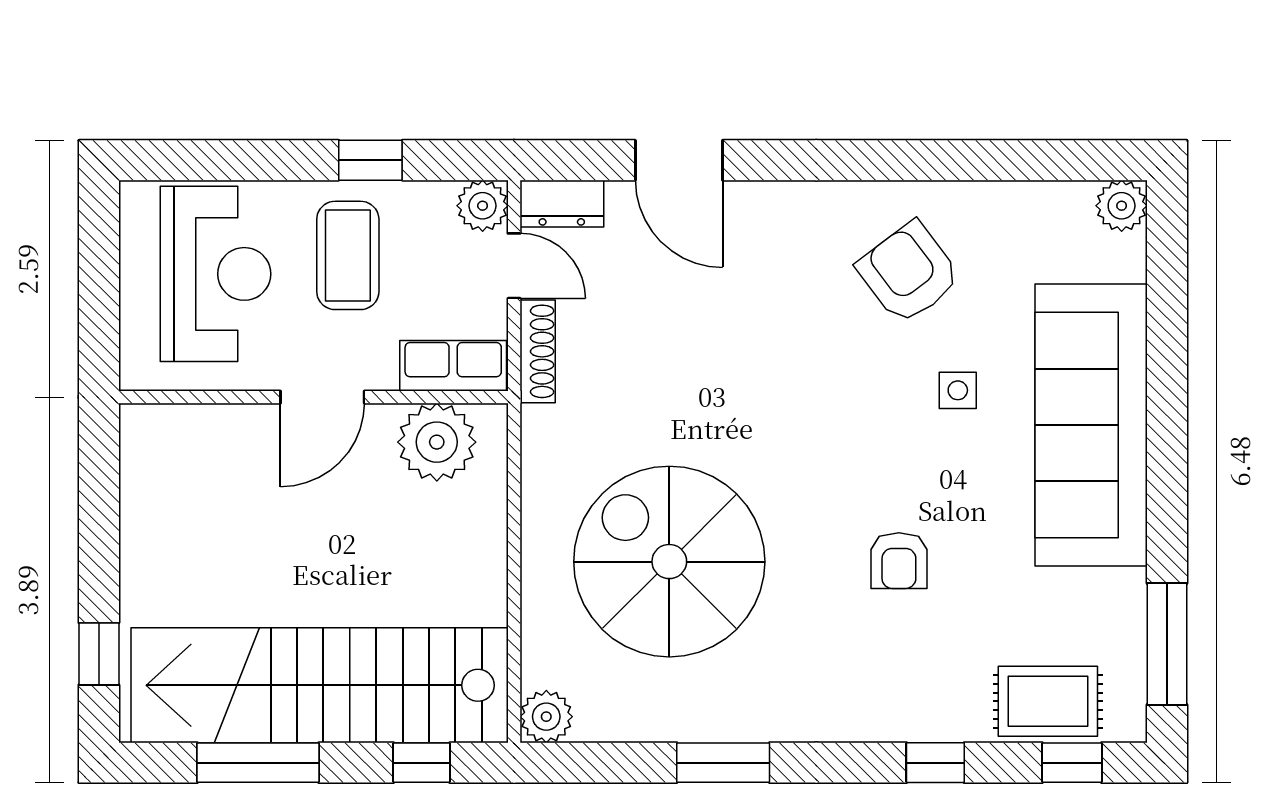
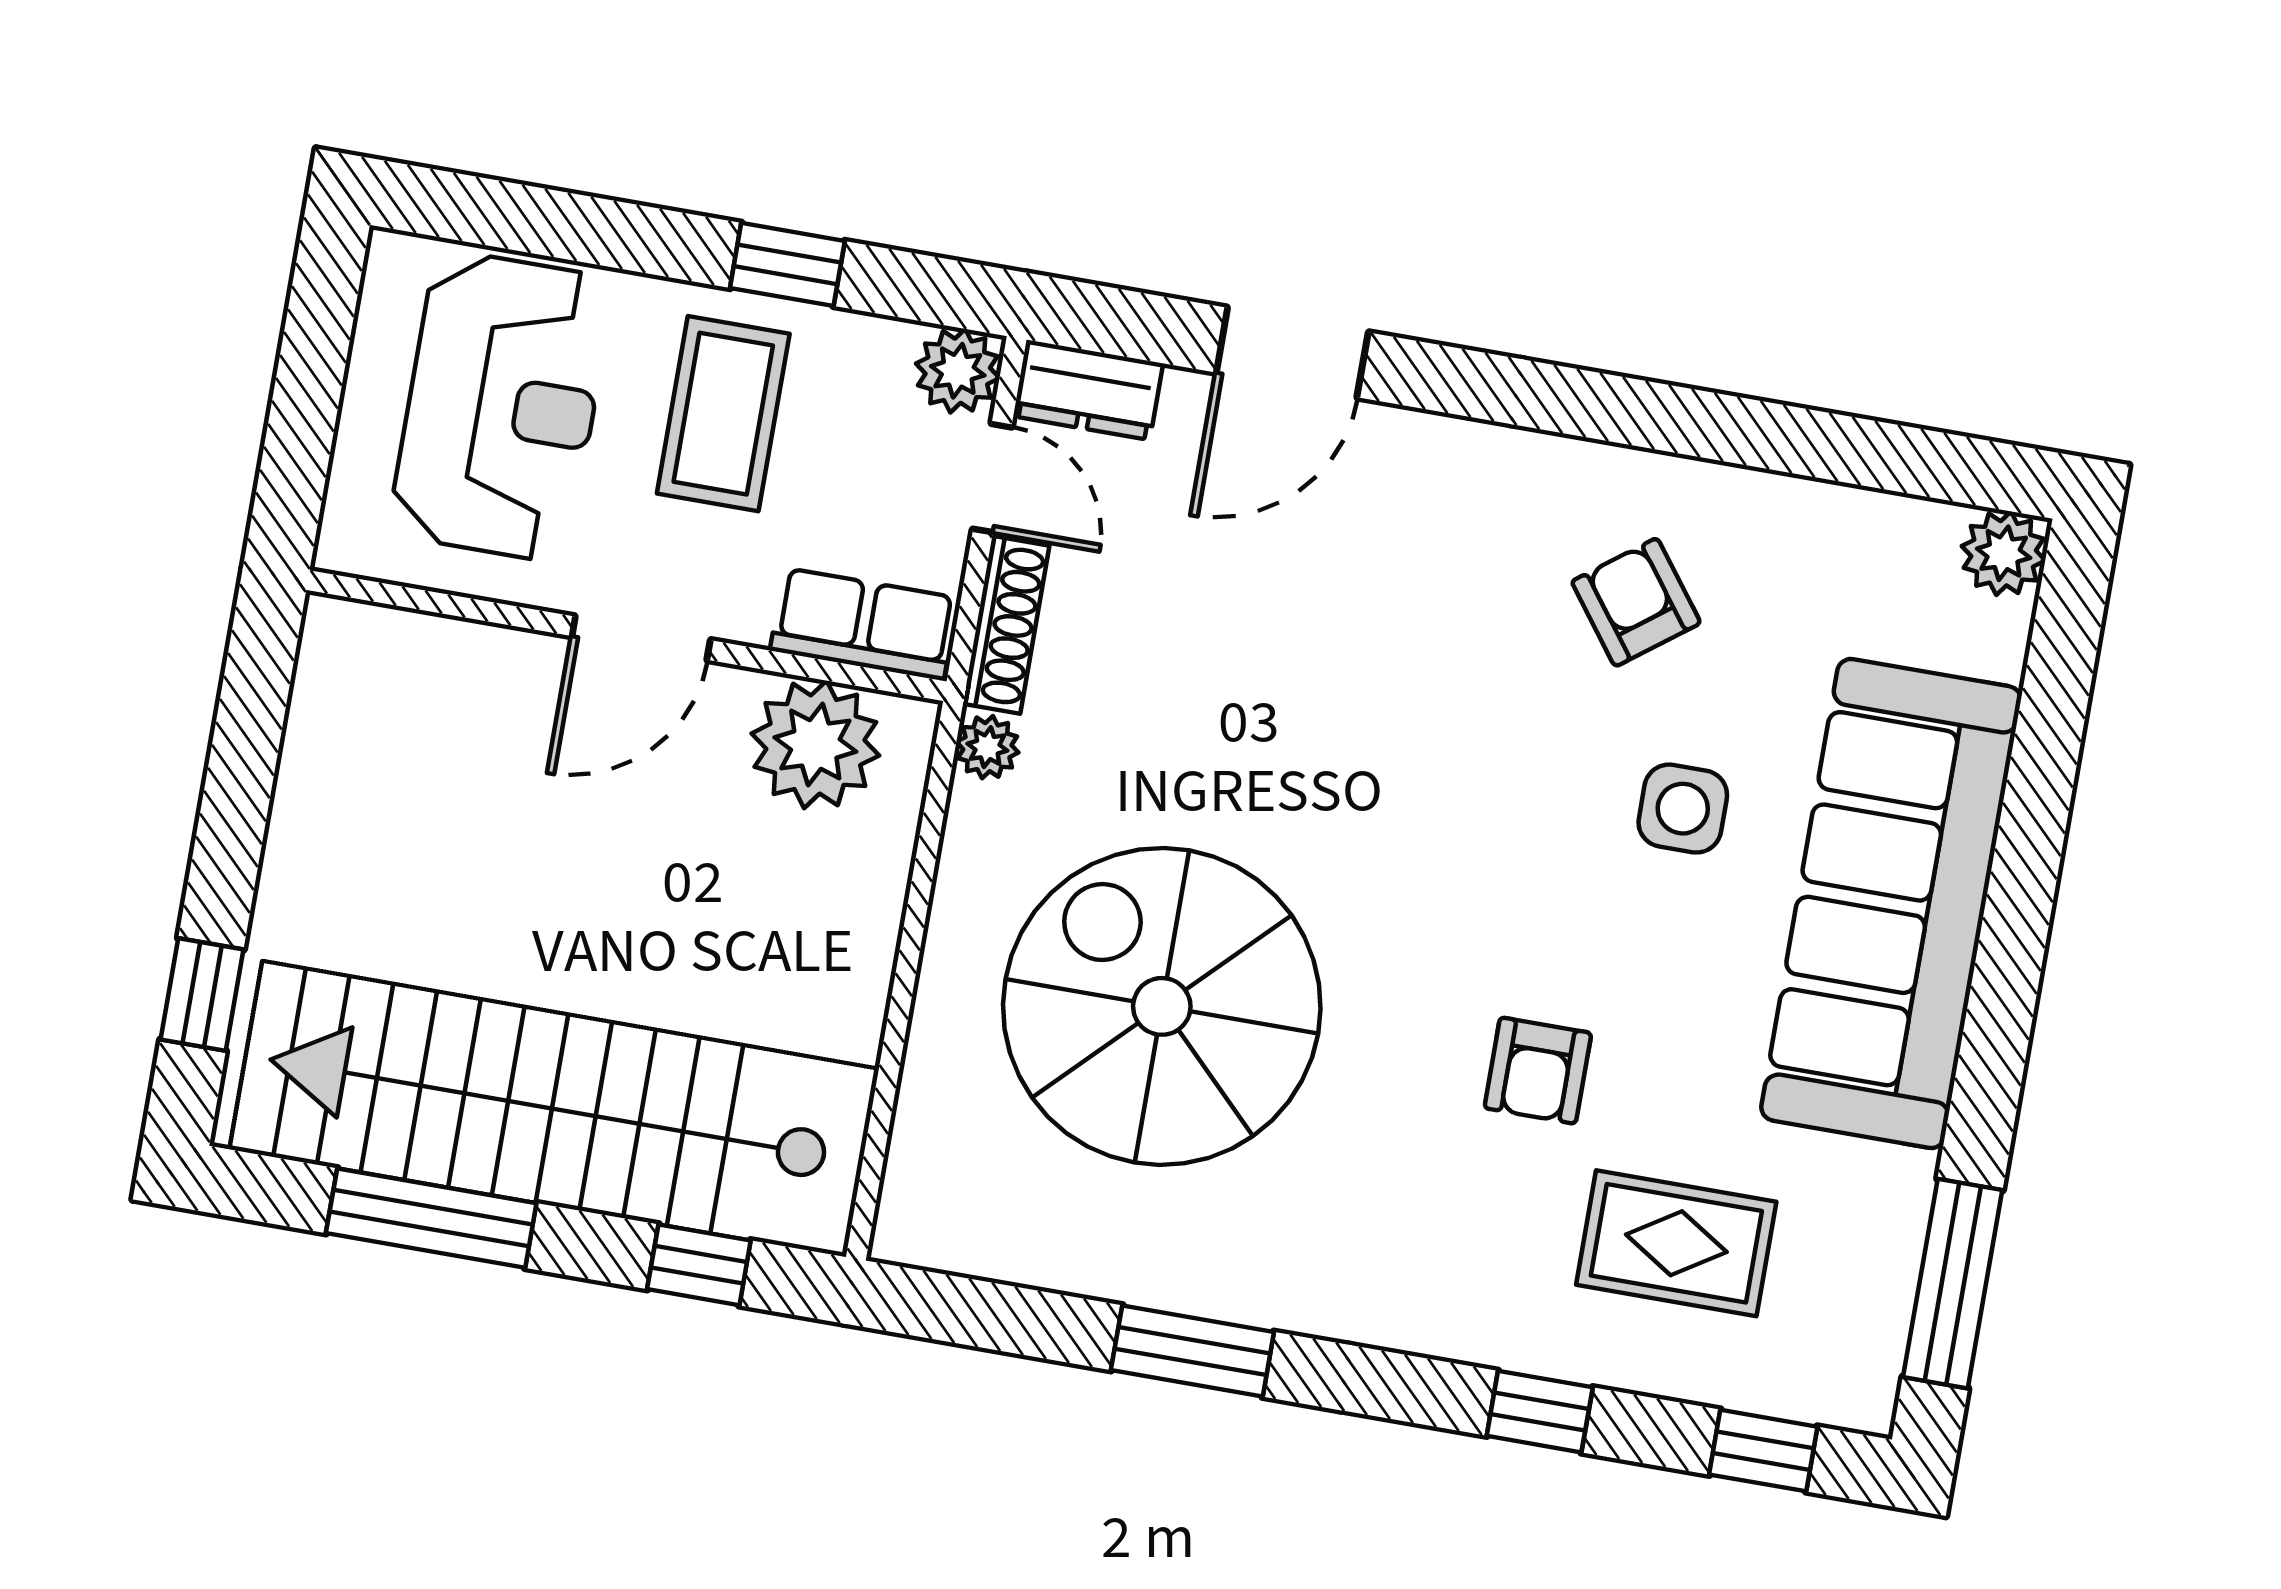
door: (679, 160) -> (1292, 353), hinge flipped
armchair: (909, 273) -> (1636, 602), width x0.72, depth x0.72
side table: (958, 390) -> (1683, 809), width x1.37, depth x1.37
rug: (1048, 701) -> (1676, 1243), moved
plant: (546, 717) -> (987, 747), moved, width x0.73, depth x0.73

